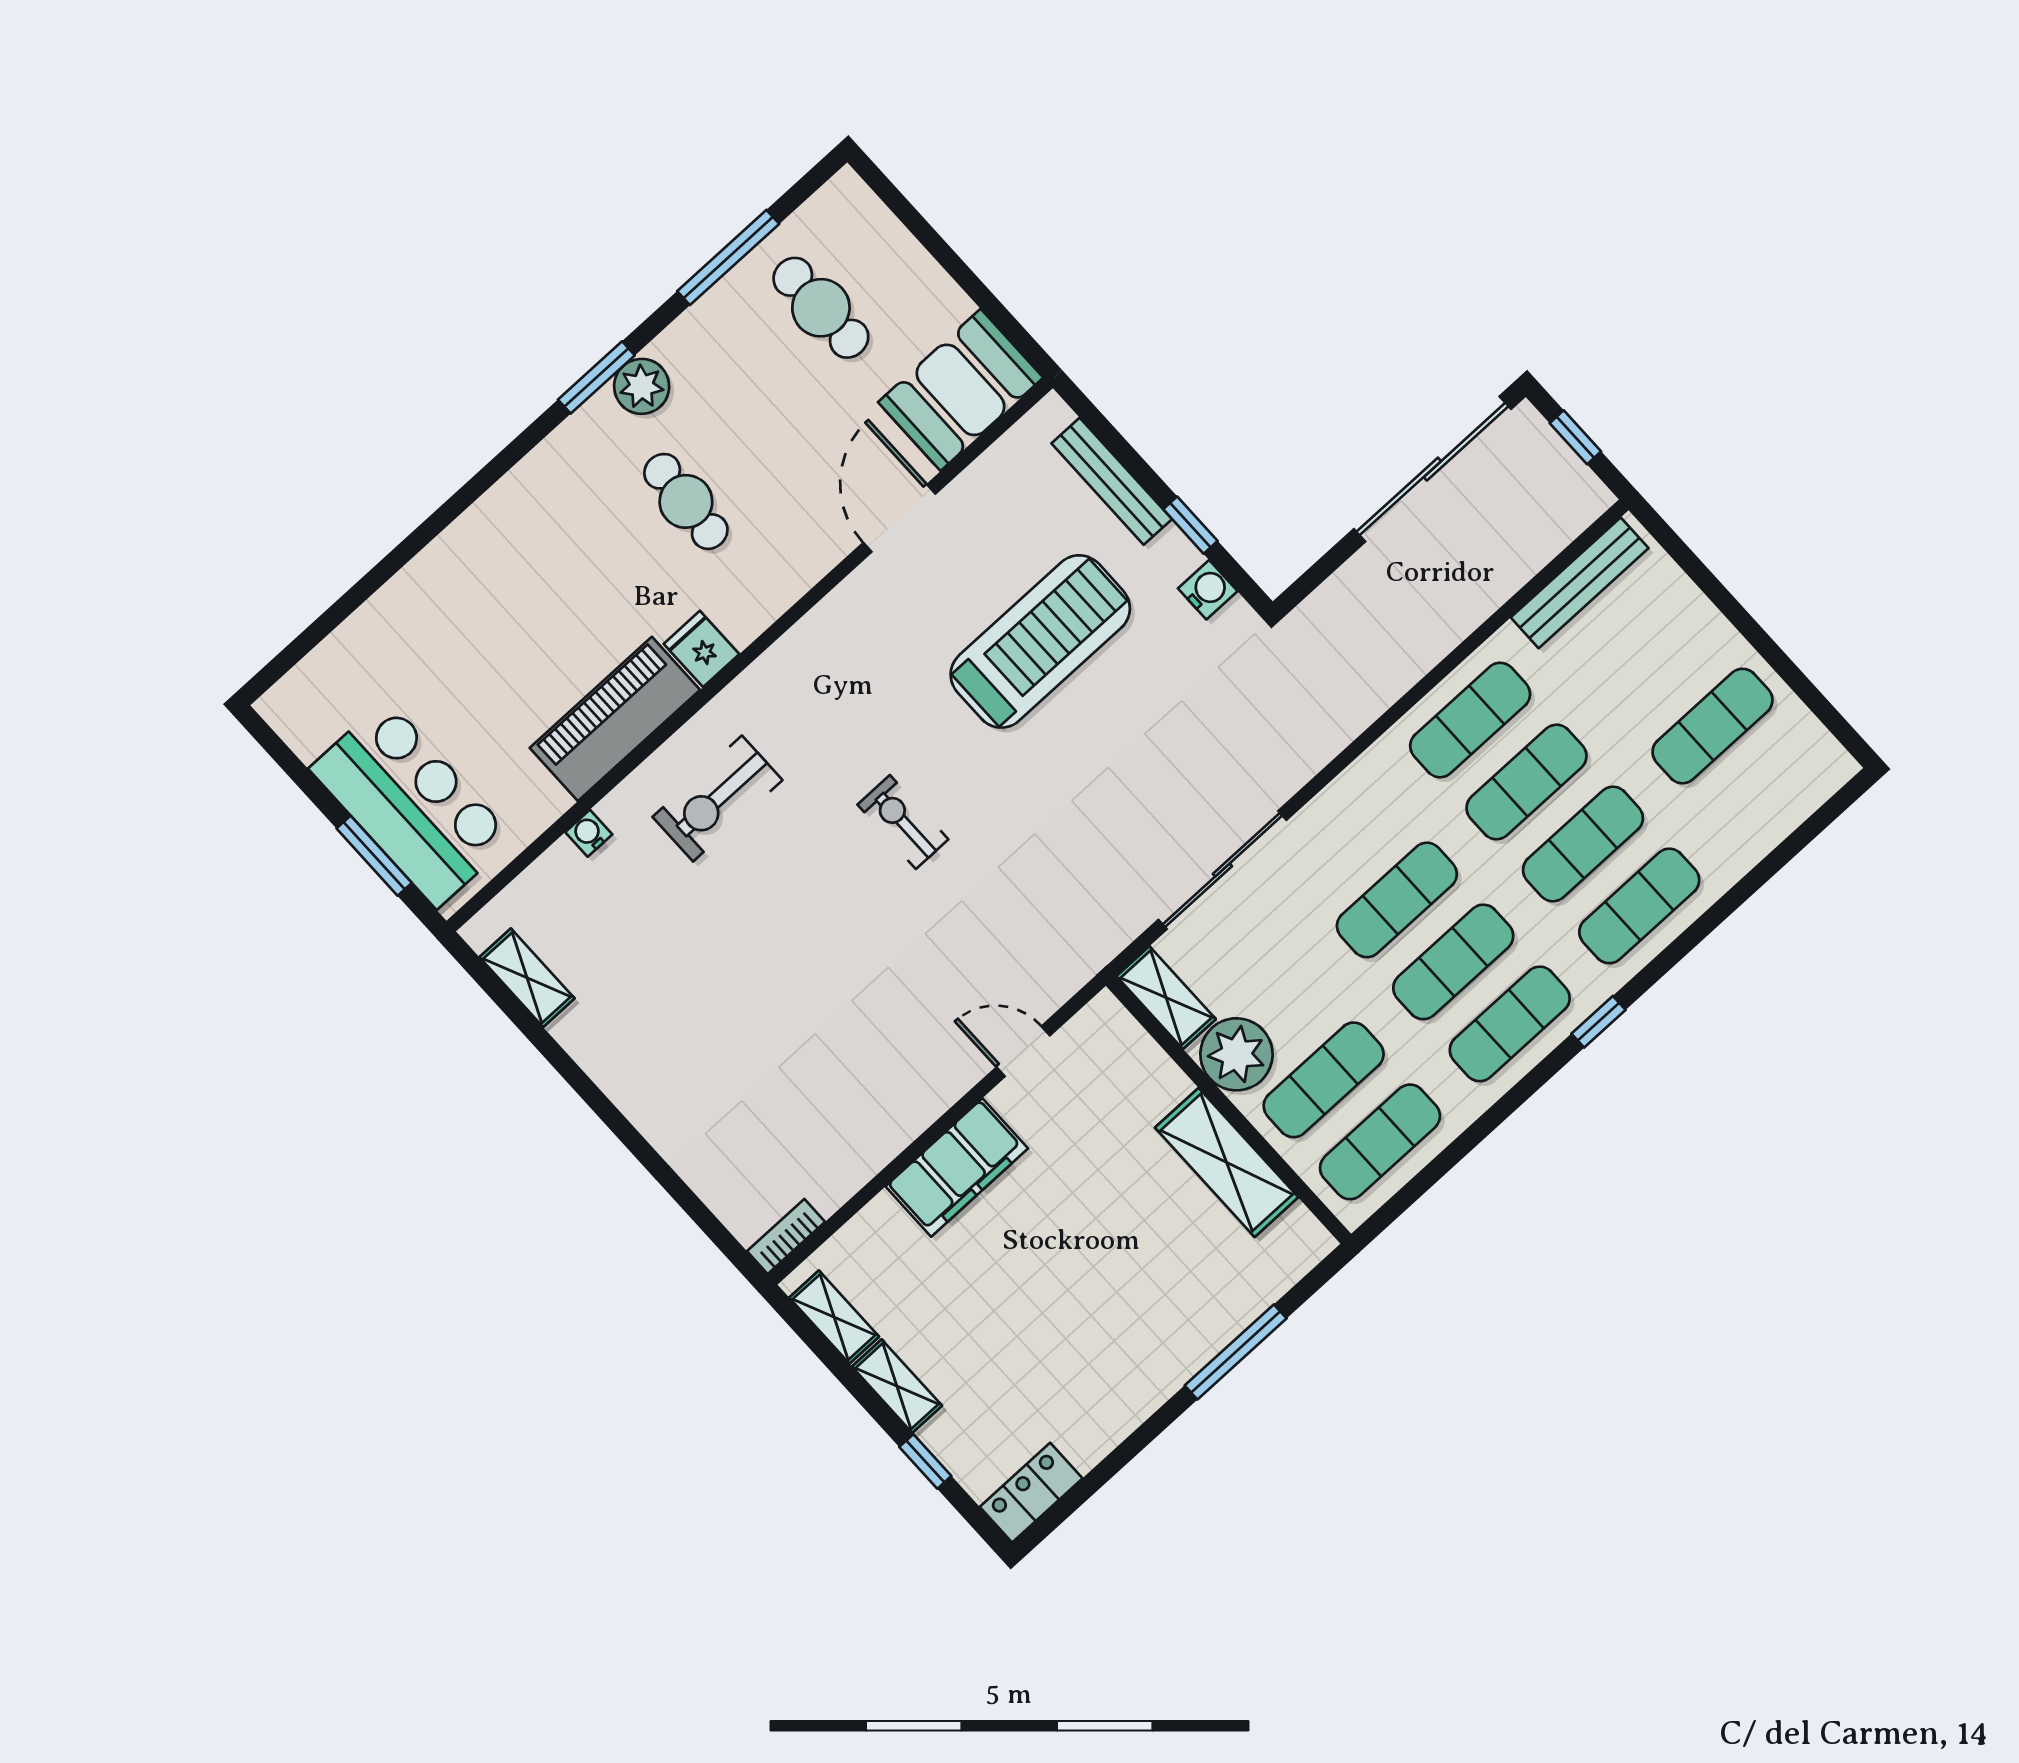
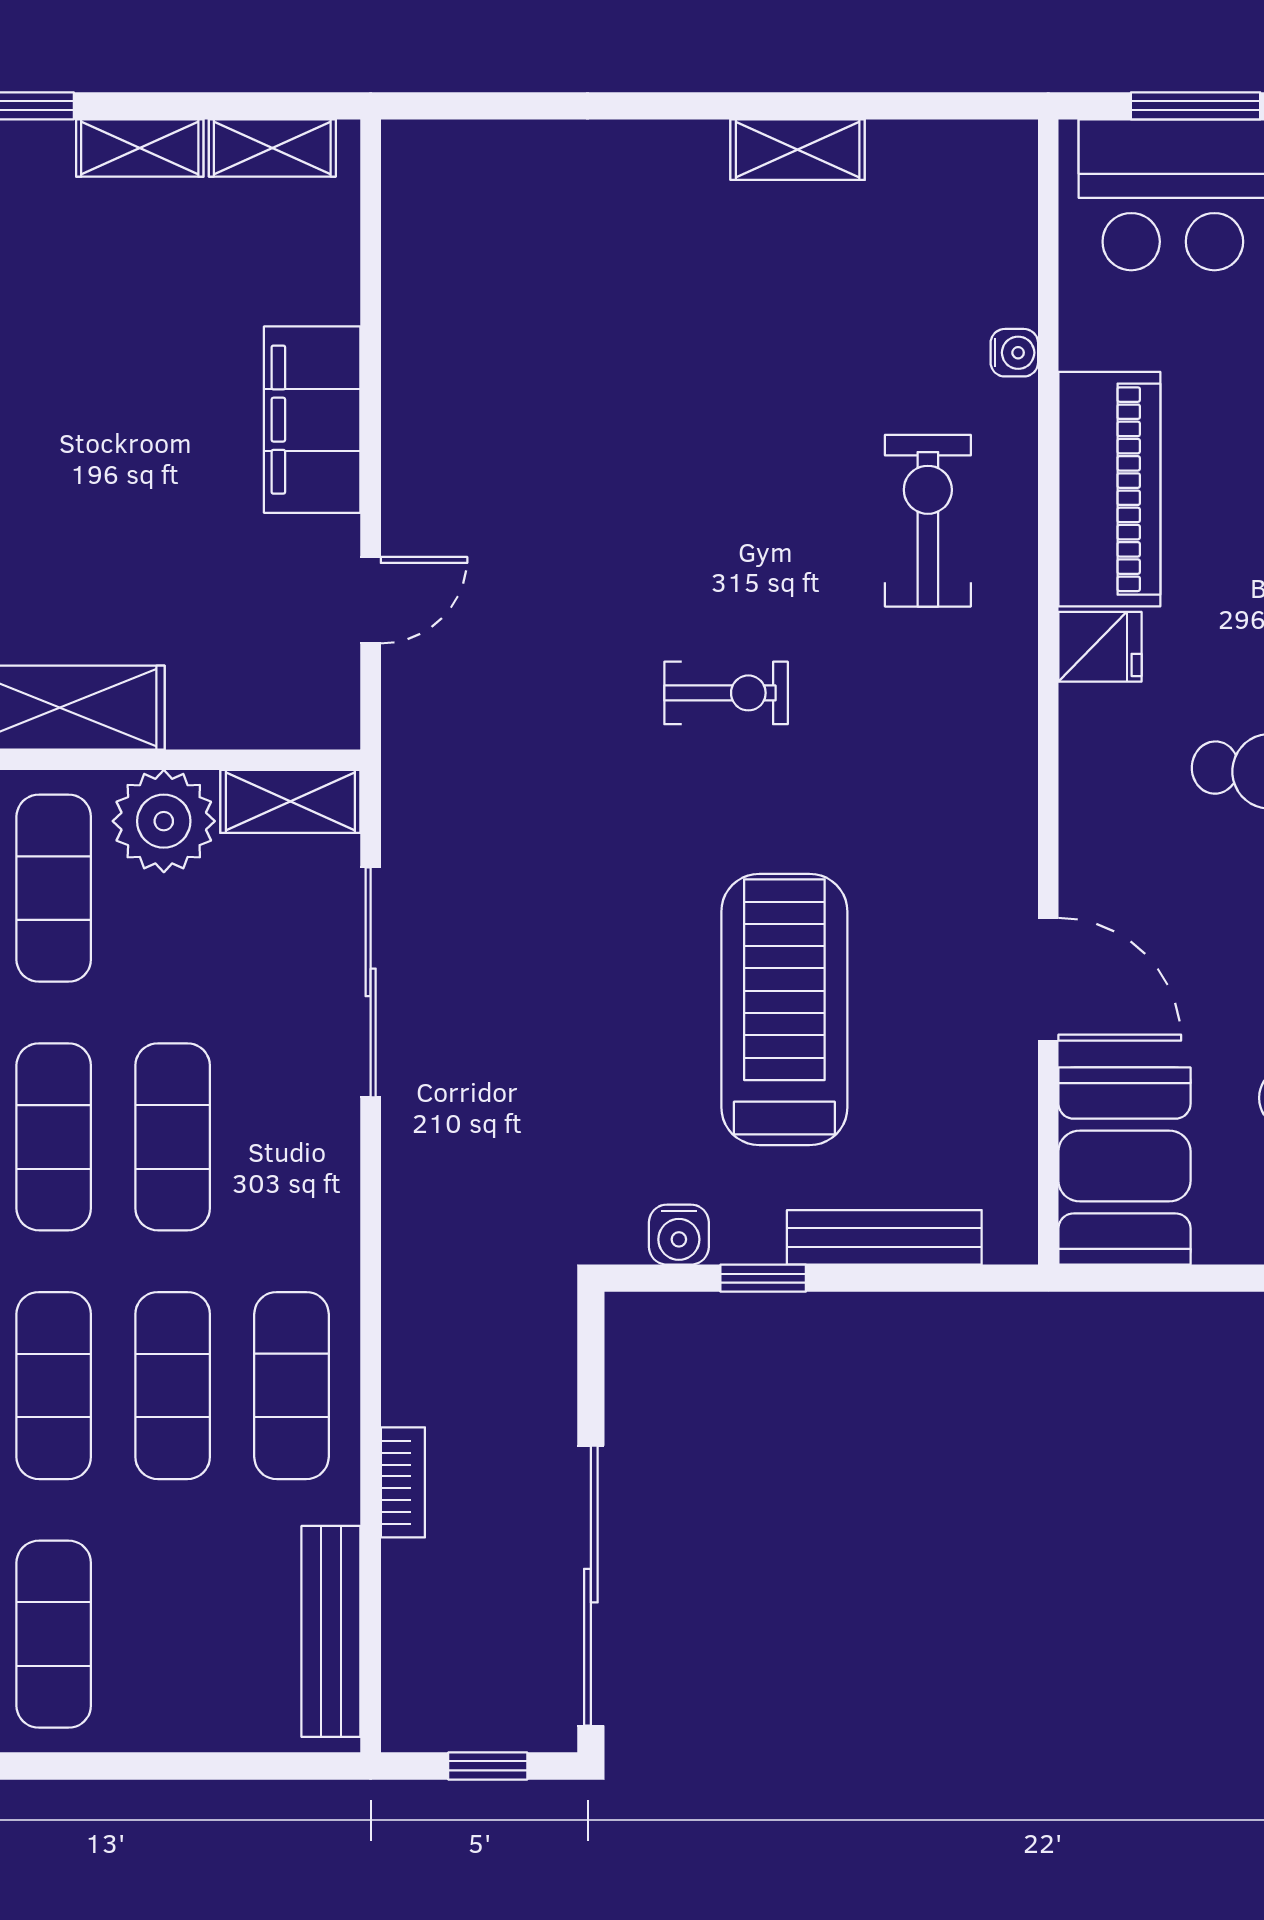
treadmill: (1040, 641) -> (784, 1009), turned 180
shelving: (527, 978) -> (798, 150), moved
bookcase: (786, 1236) -> (403, 1482), moved

